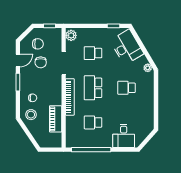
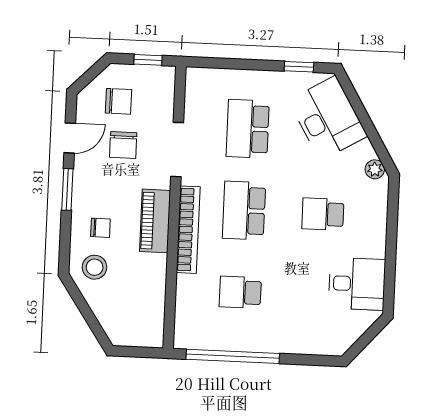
plant: (71, 35) -> (198, 85), removed
school desk: (93, 53) -> (248, 129), width x1.85
piano: (56, 119) -> (155, 221), moved
desk: (124, 136) -> (357, 284), moved, turned -90

